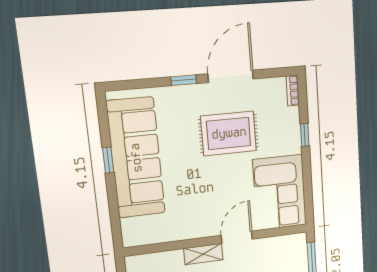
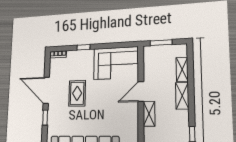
rug: (229, 133) -> (77, 93), width x0.73, depth x0.70
door: (237, 237) -> (141, 92), hinge flipped

